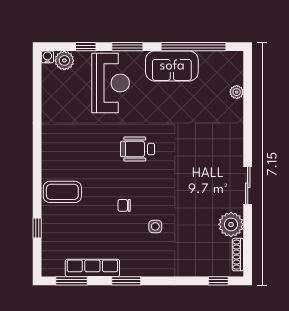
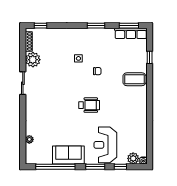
row of seats: (92, 268) -> (131, 33), moved

